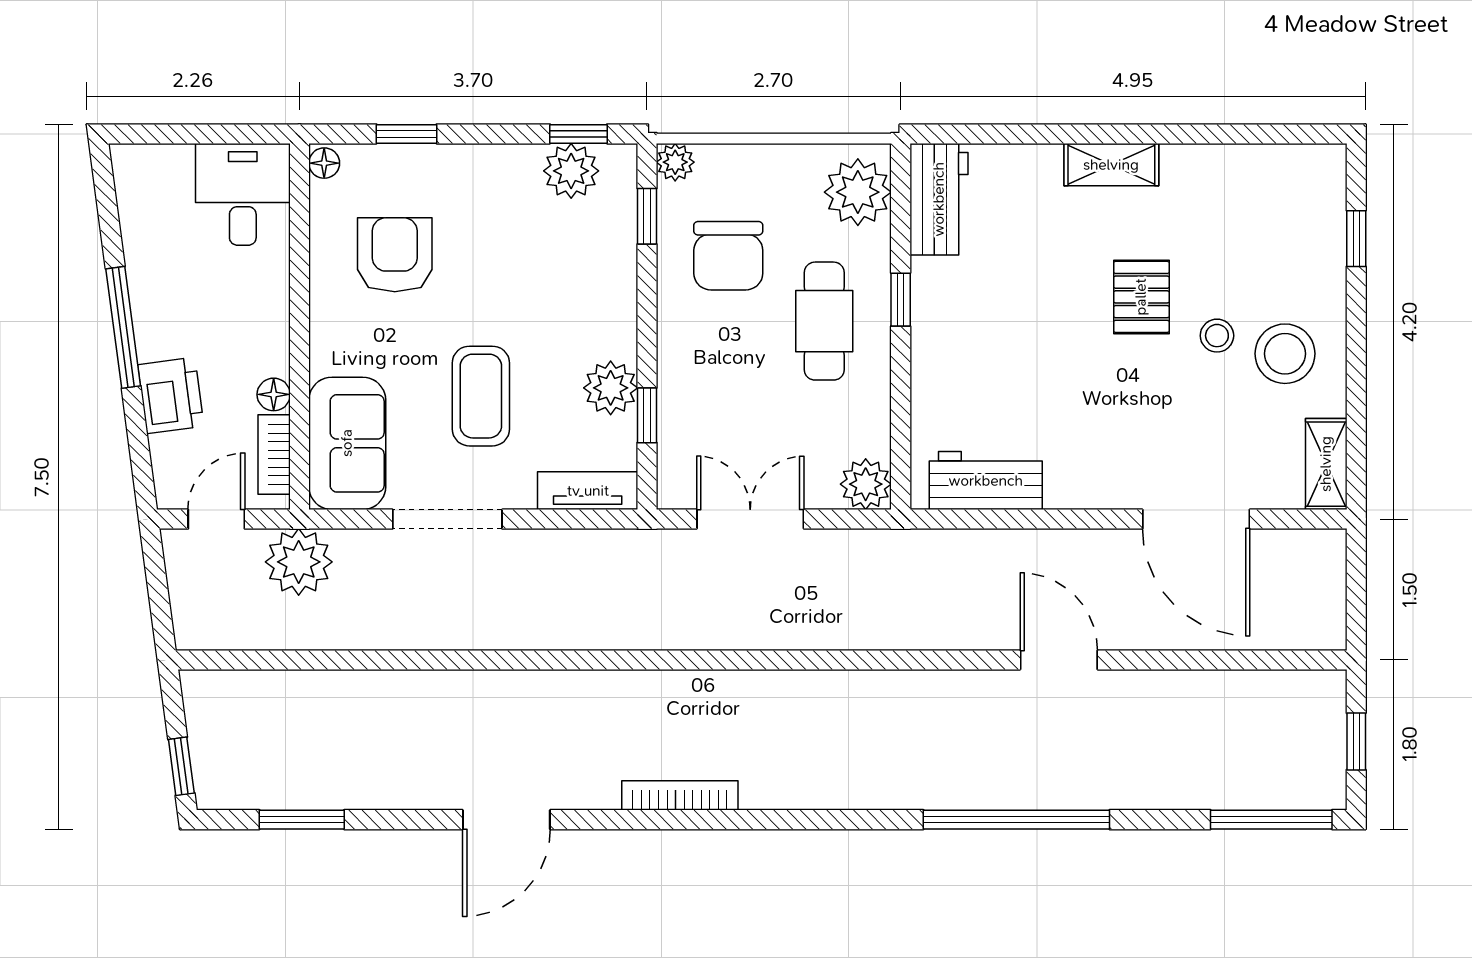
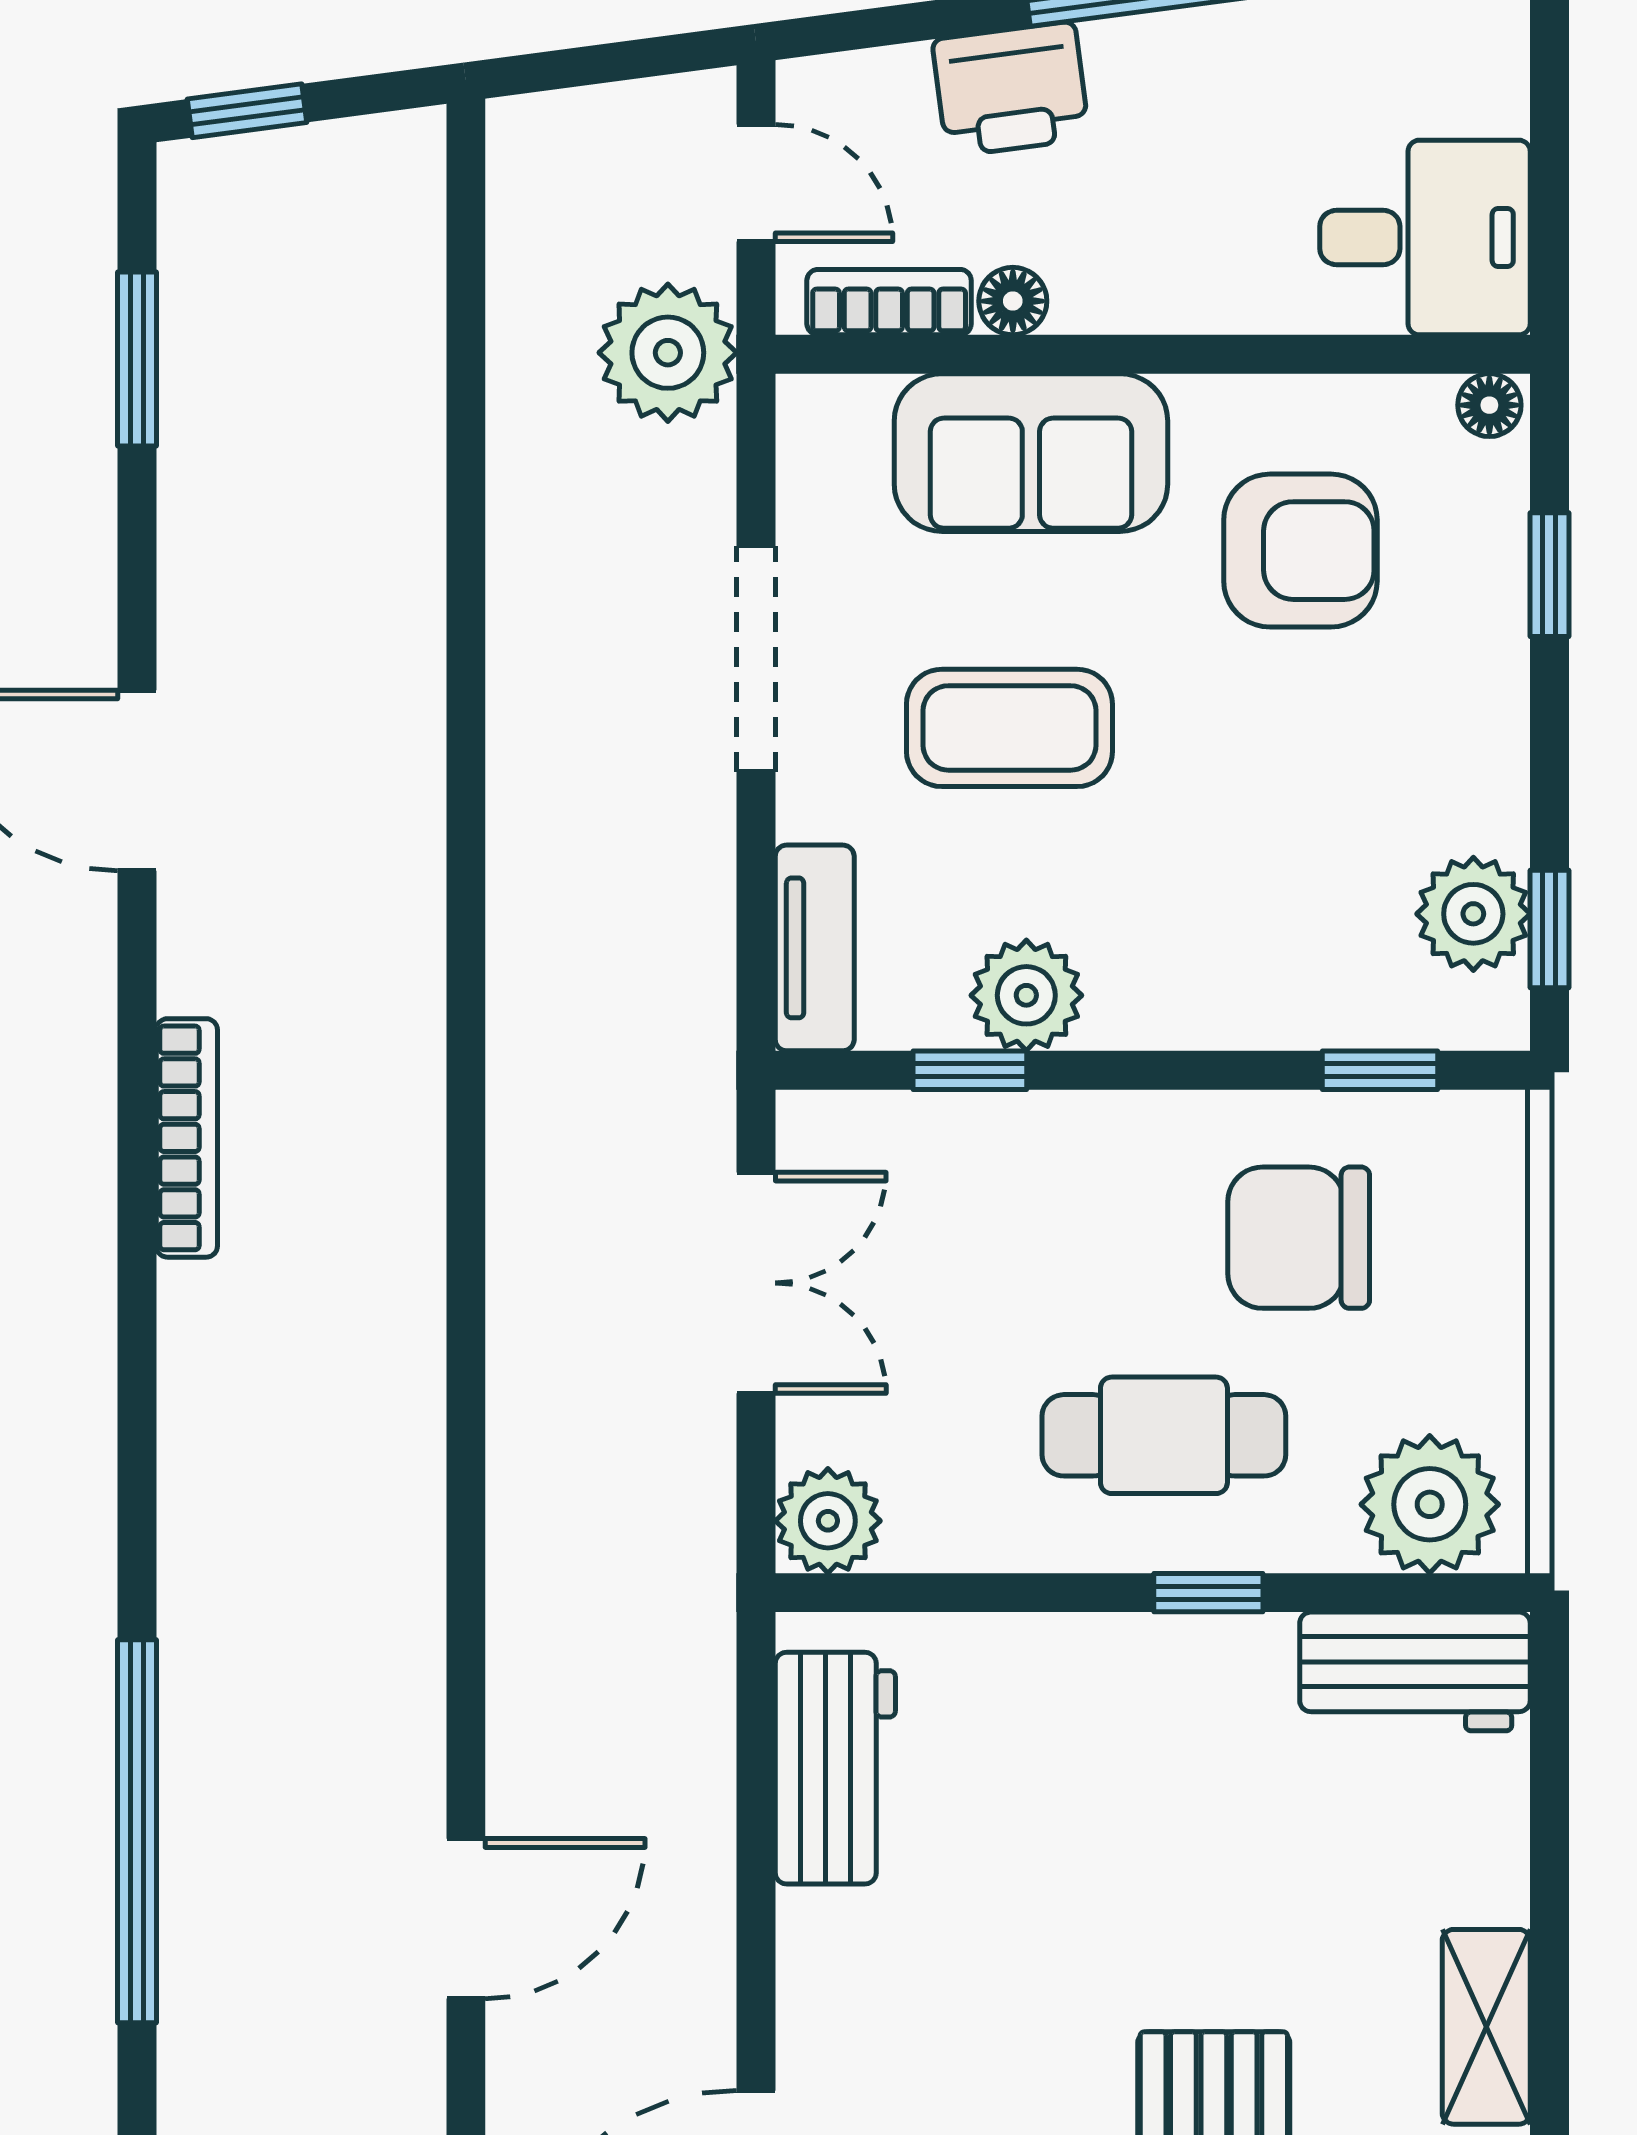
plant: (675, 162) -> (1491, 1128), removed
sofa: (347, 443) -> (1031, 453), moved

